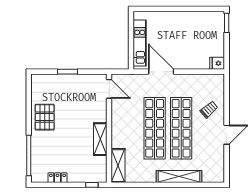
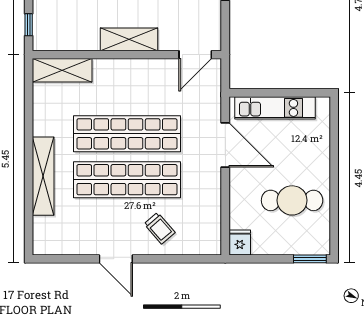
cafe table: (193, 33) -> (292, 200), added
door: (161, 72) -> (225, 145), hinge flipped
shelving: (100, 139) -> (129, 39), moved

